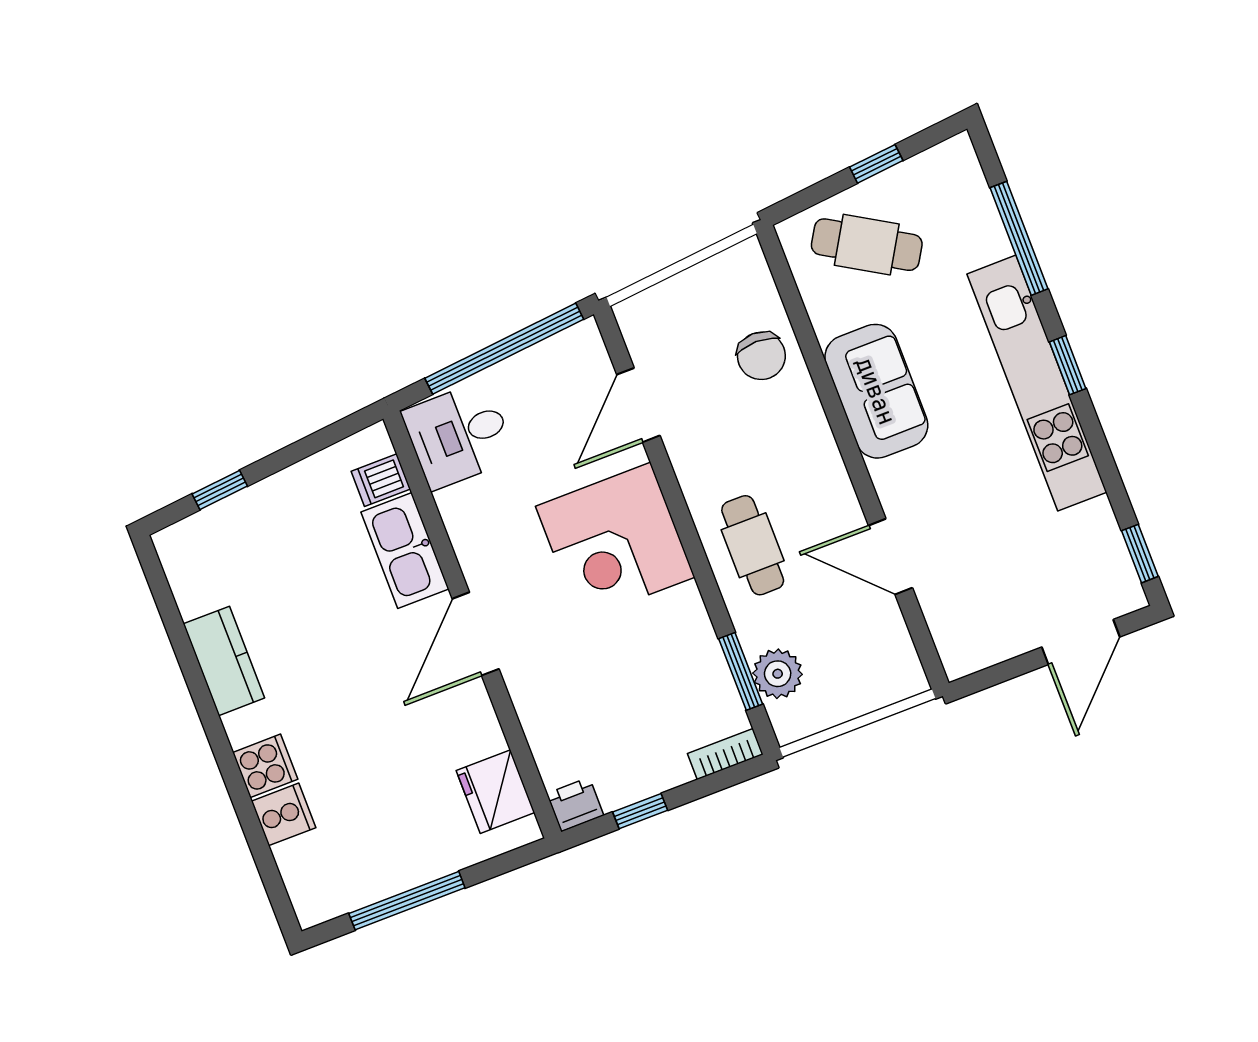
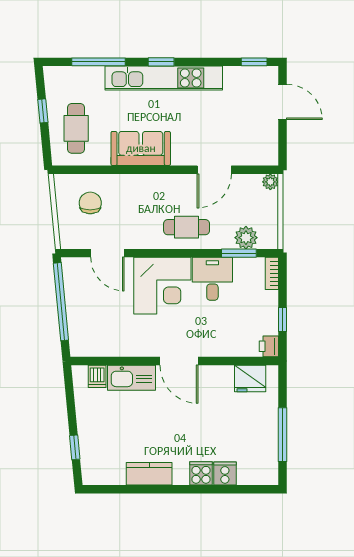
cafe table: (867, 245) -> (76, 128), turned -31
chair: (761, 356) -> (90, 203), moved, turned -90
desk: (459, 435) -> (212, 279), moved, turned 180
plant: (910, 680) -> (270, 182), added

